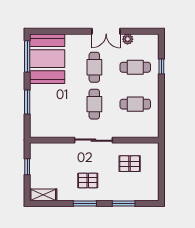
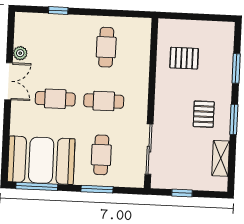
cafe table: (135, 67) -> (101, 155), moved
sliding door: (93, 140) -> (149, 149), moved
pallet: (130, 164) -> (184, 58), turned 90
shelving: (43, 195) -> (221, 158), moved

